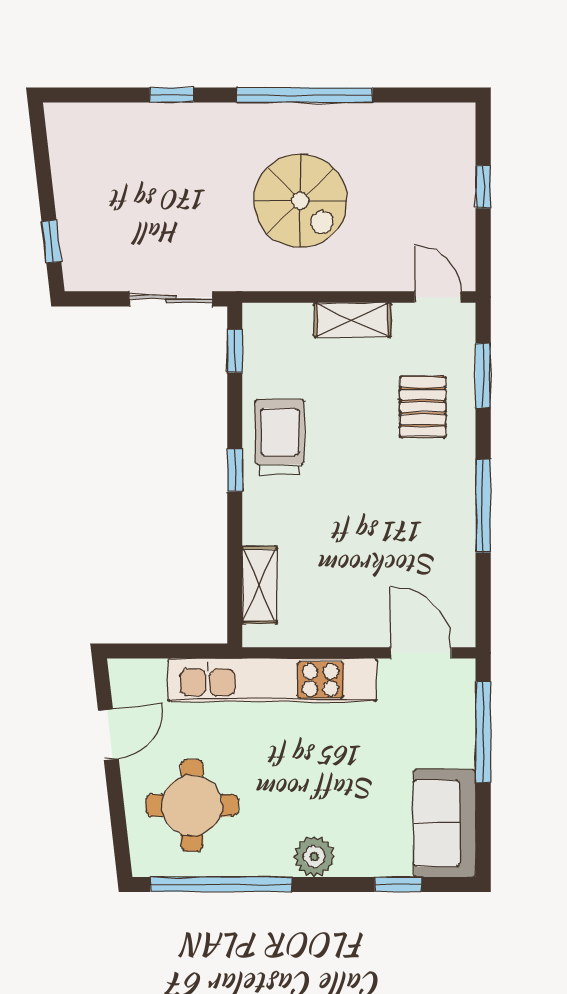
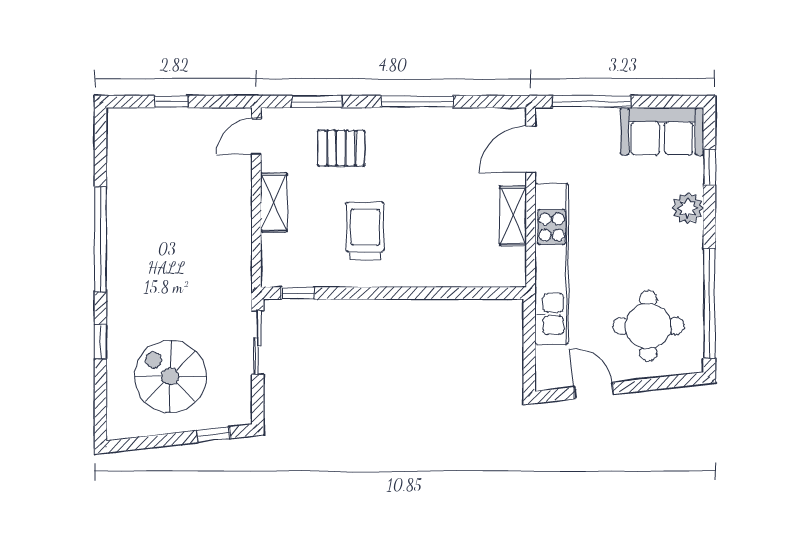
spiral stairs: (300, 201) -> (170, 376), moved, turned -90
trolley: (280, 437) -> (365, 231), moved, turned 90
window: (235, 470) -> (390, 293), removed
shelving: (260, 585) -> (513, 216), moved, turned 90
plant: (314, 856) -> (688, 208), moved

